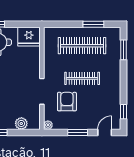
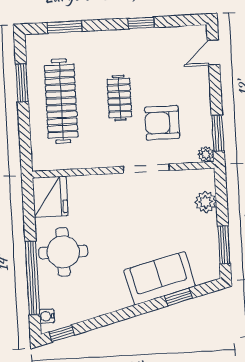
clothes rail: (82, 78) -> (119, 98), width x0.73
window: (123, 112) -> (141, 23), moved
window: (78, 132) -> (218, 133), moved
door: (105, 132) -> (213, 52), hinge flipped

